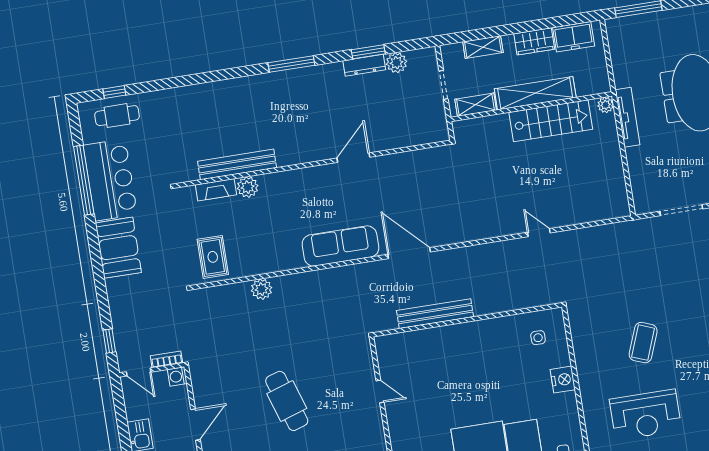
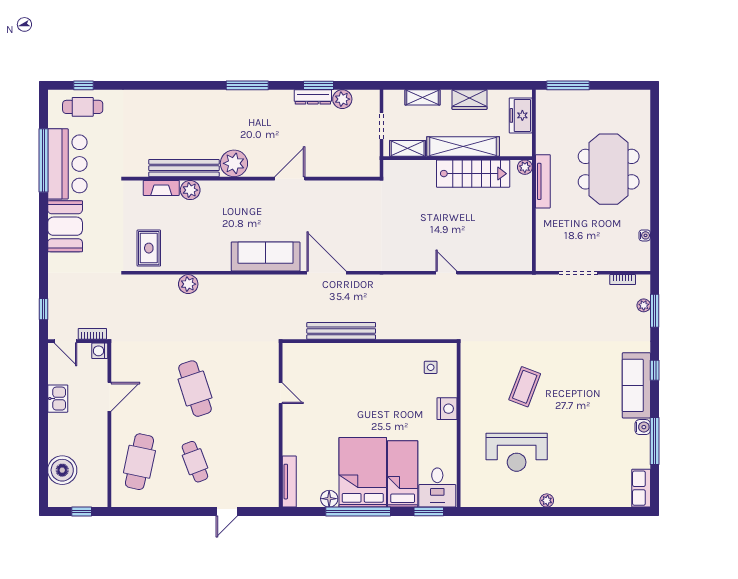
freezer: (574, 37) -> (521, 115), moved, turned 90
plant: (290, 151) -> (234, 163), added

